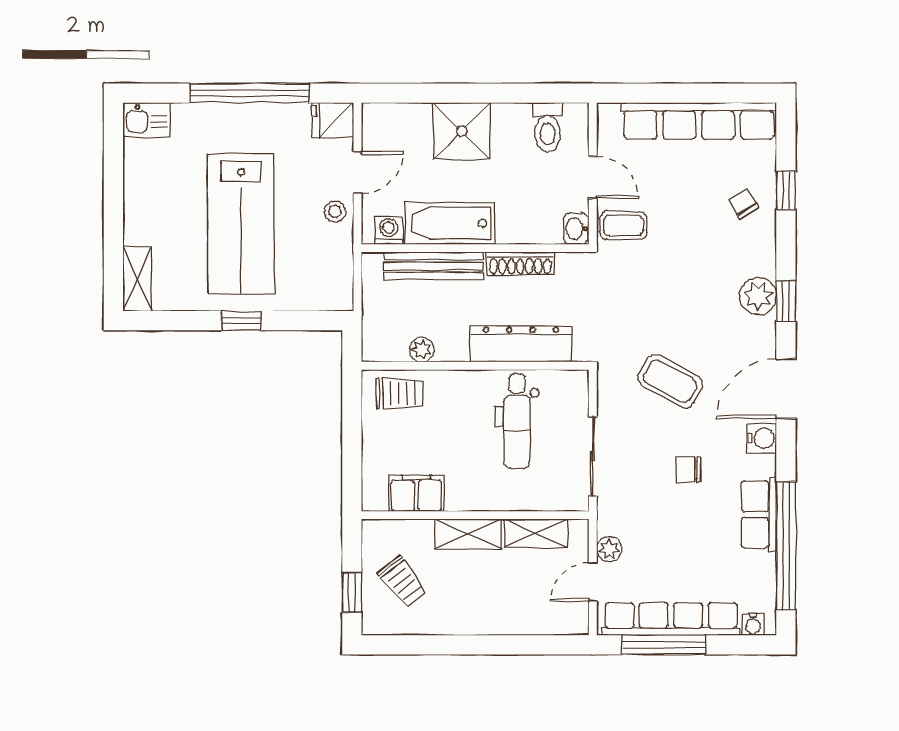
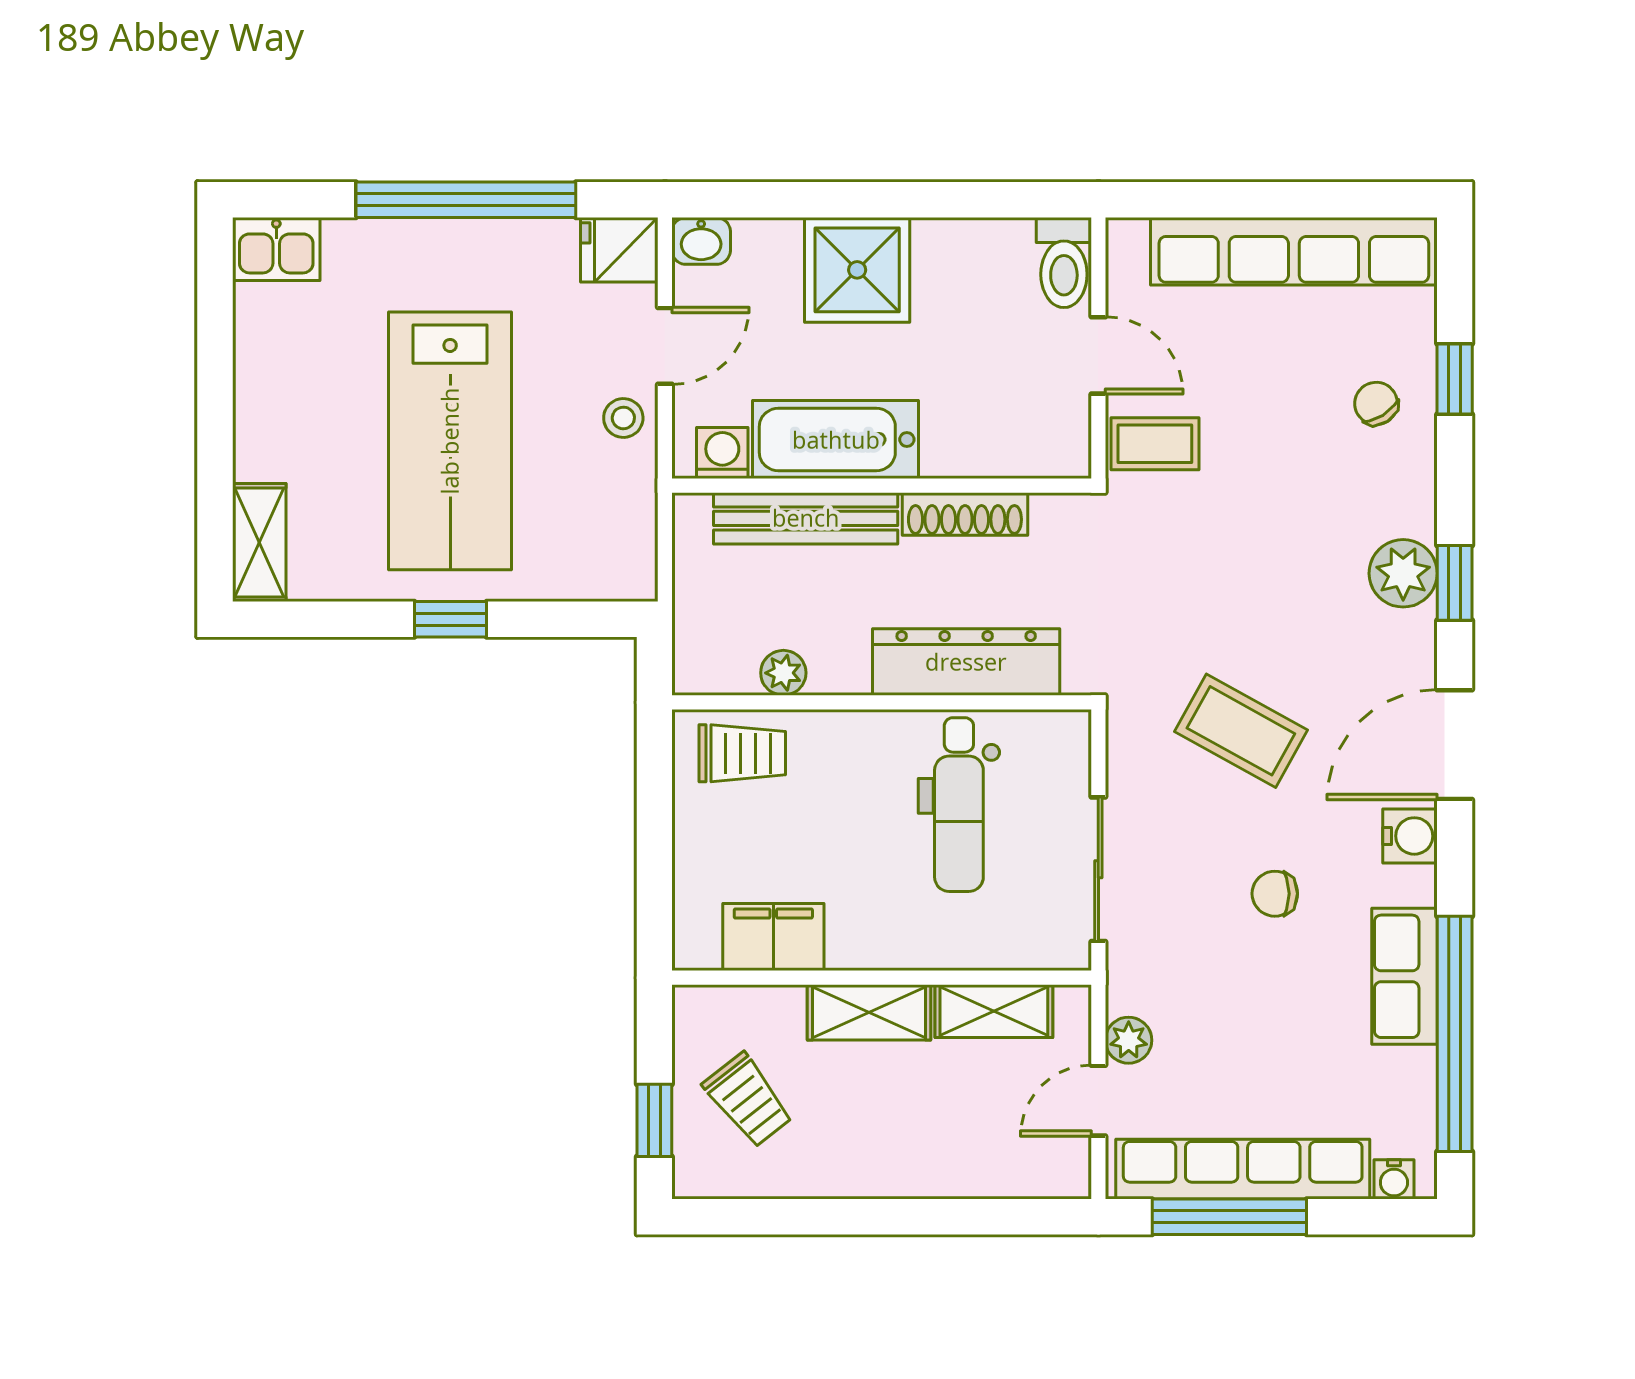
toilet: (548, 127) -> (1064, 263), moved
washbasin: (576, 229) -> (701, 241), moved, turned -90

